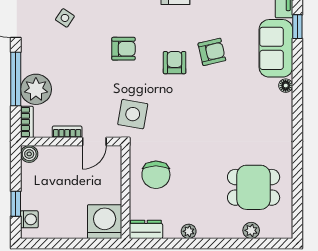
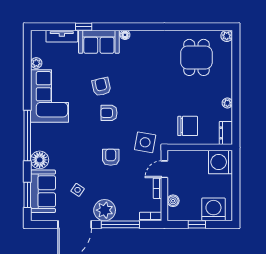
armchair: (123, 49) -> (111, 157), moved
plant: (36, 89) -> (105, 210), moved
door: (94, 142) -> (164, 169), swing flipped
boiler: (29, 154) -> (173, 201), moved
window: (16, 204) -> (197, 224), moved
washing machine: (29, 219) -> (213, 209), width x1.89, depth x1.89
plant: (251, 230) -> (227, 36), moved

